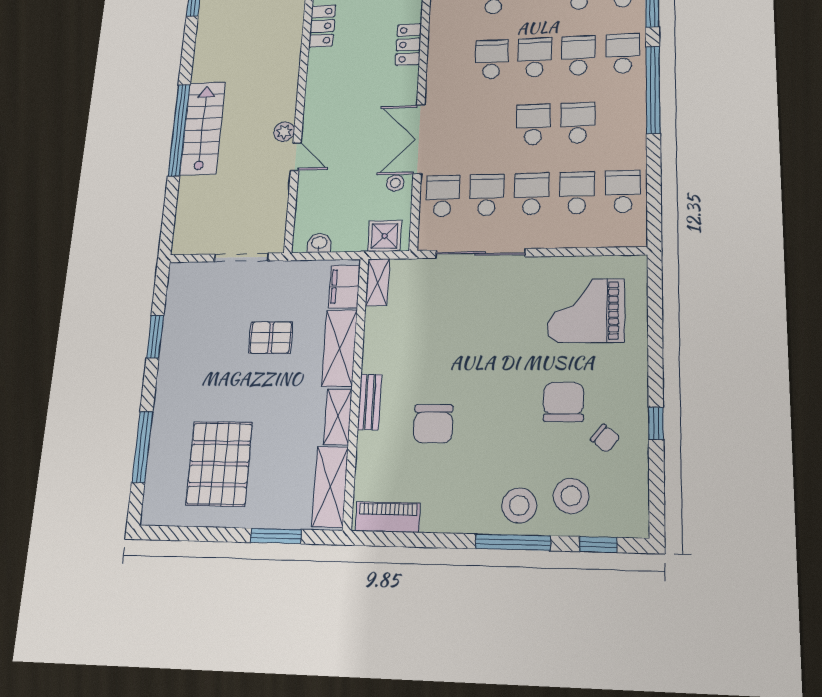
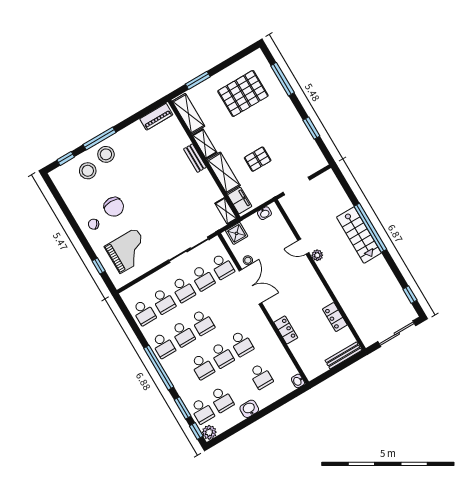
school desk: (623, 53) -> (163, 345), moved
window: (656, 423) -> (99, 266), moved
chair: (433, 424) -> (162, 165), removed
chair: (605, 438) -> (94, 224), moved
pallet: (219, 464) -> (243, 93), turned 90

